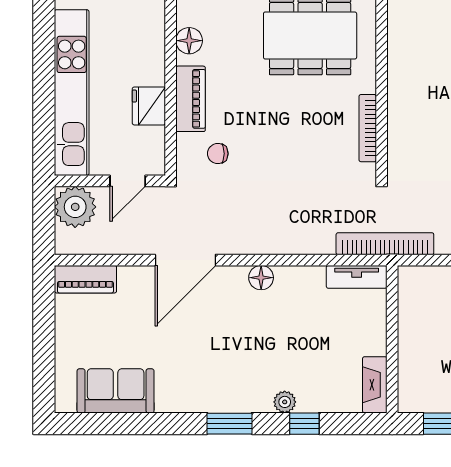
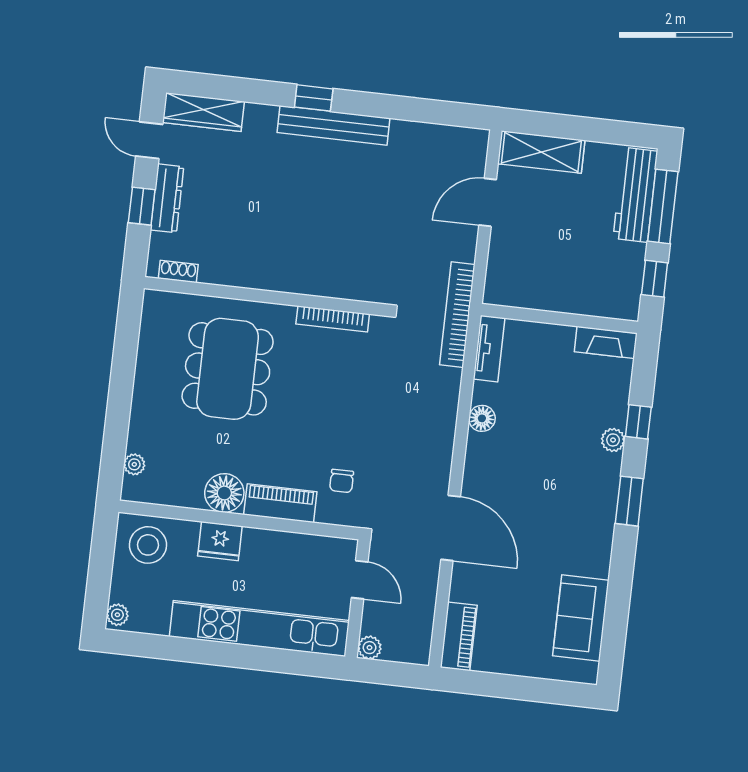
floor lamp: (189, 41) -> (224, 493), width x1.38, depth x1.38
fridge: (149, 106) -> (220, 541), moved
plant: (75, 207) -> (370, 648), width x0.53, depth x0.53
floor lamp: (261, 278) -> (482, 418), moved

